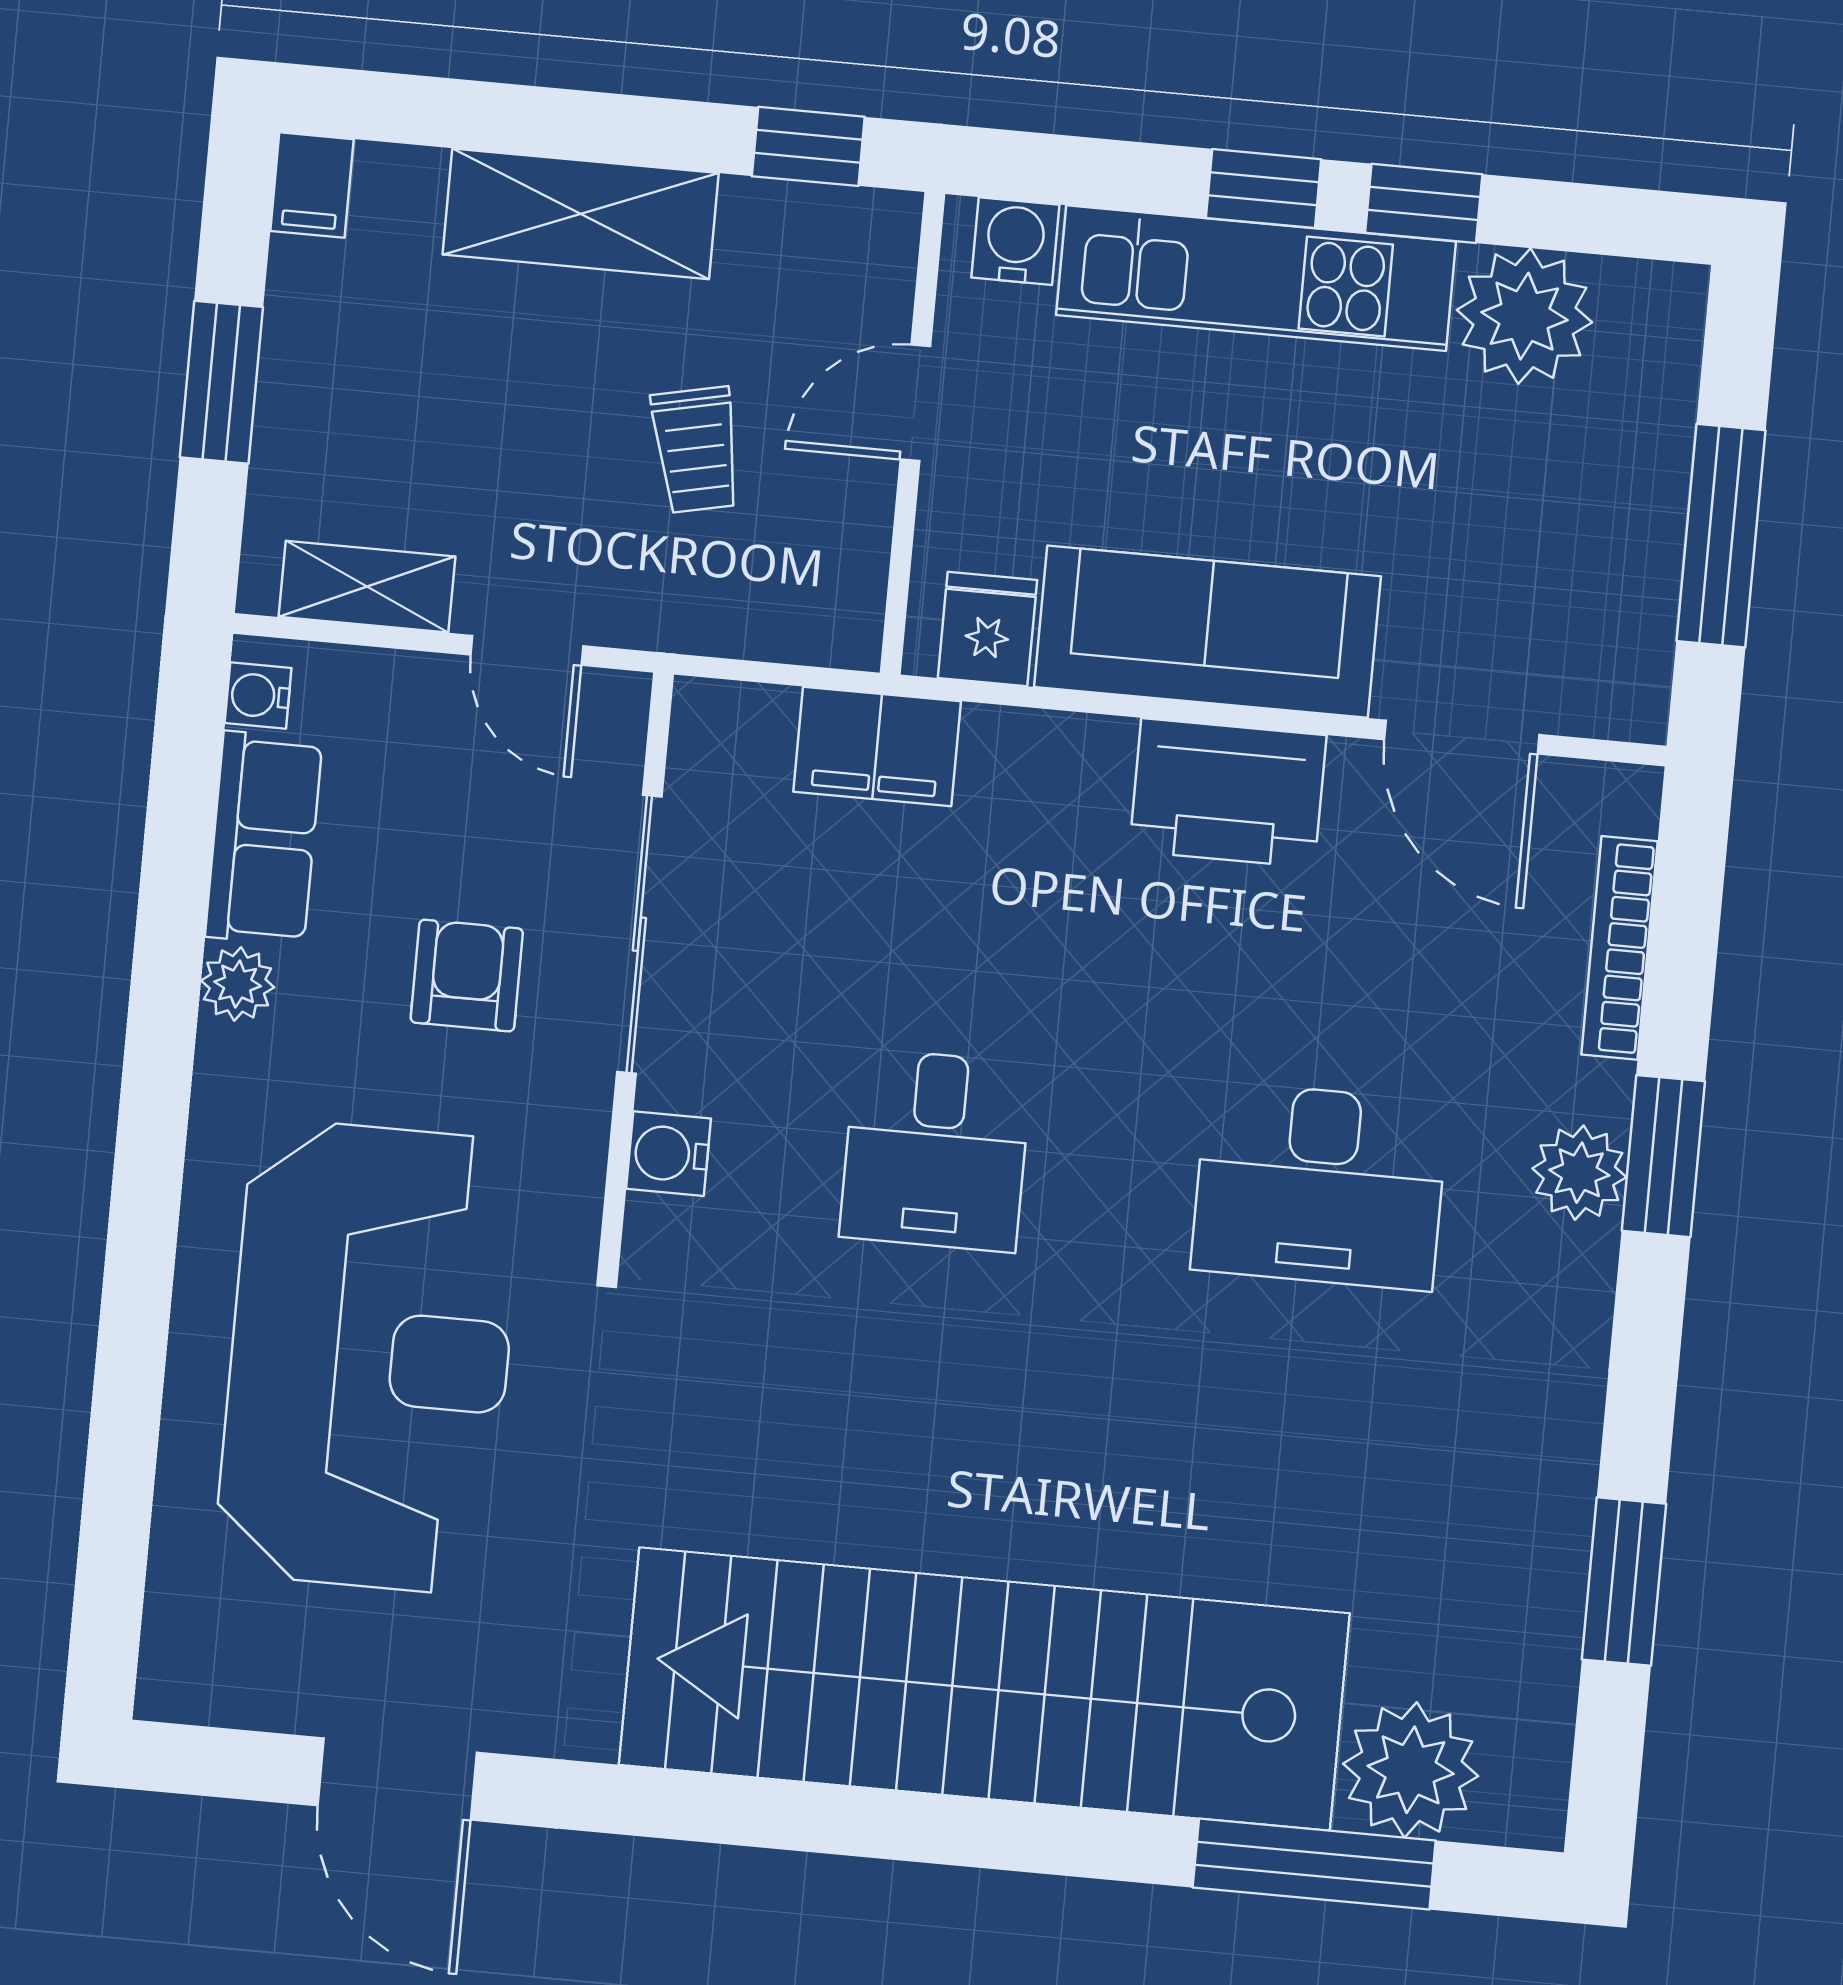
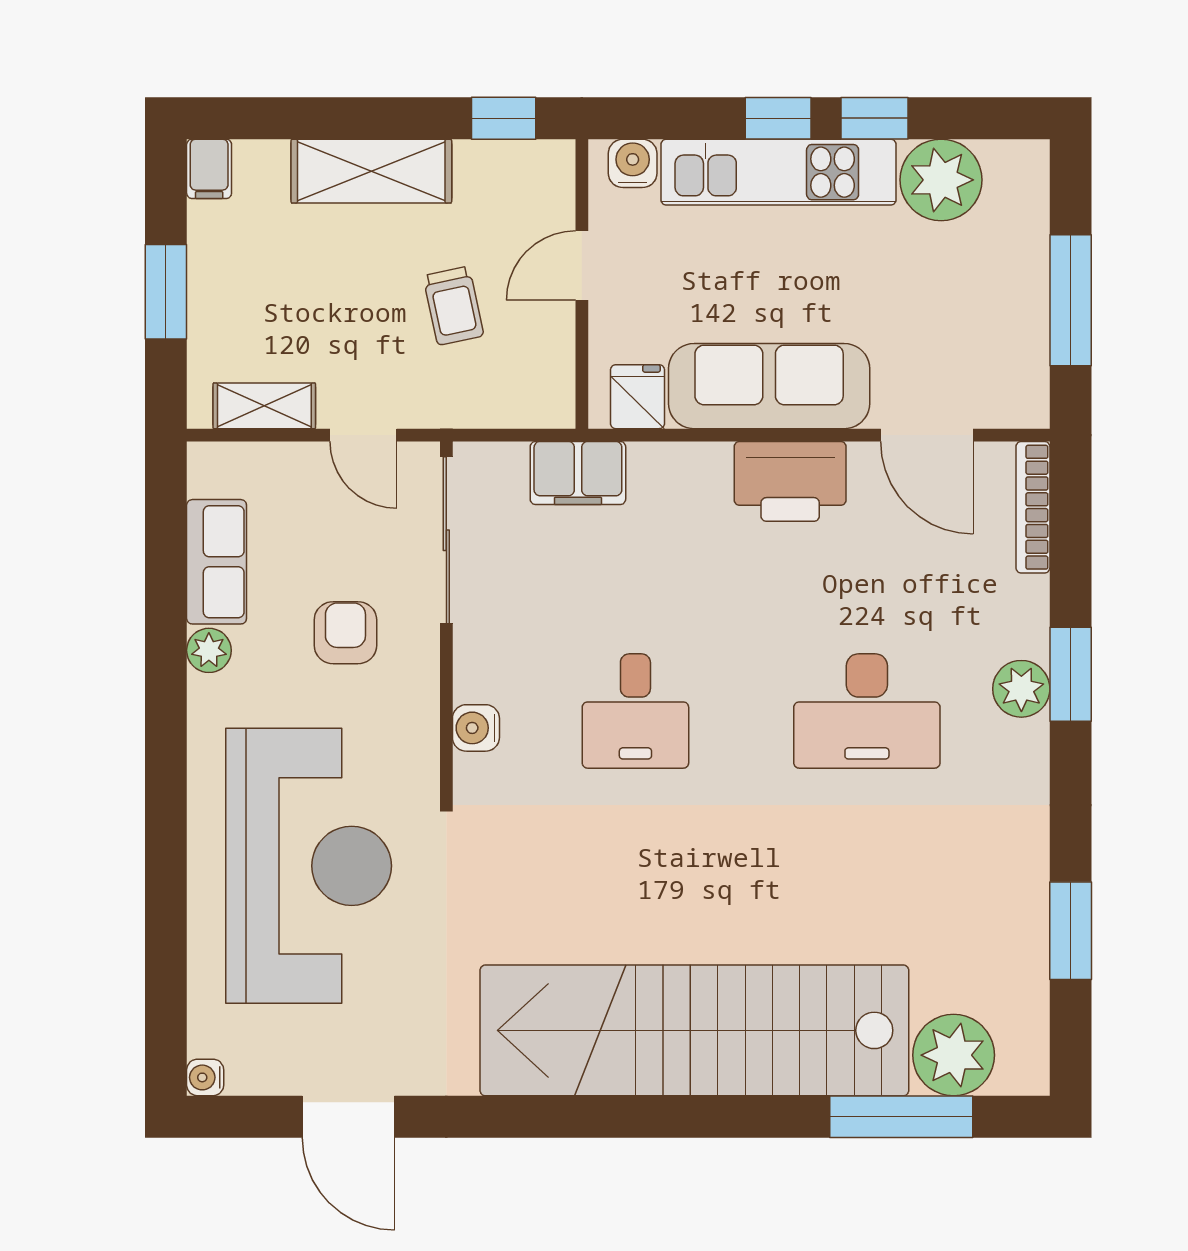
water cooler: (258, 696) -> (205, 1077), moved
sliding door: (639, 934) -> (446, 540), moved
bookcase: (1620, 948) -> (1033, 507), moved

